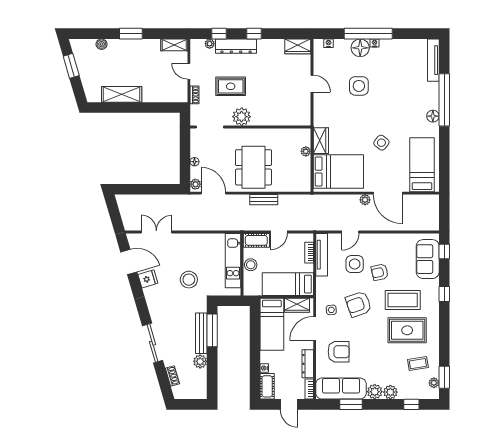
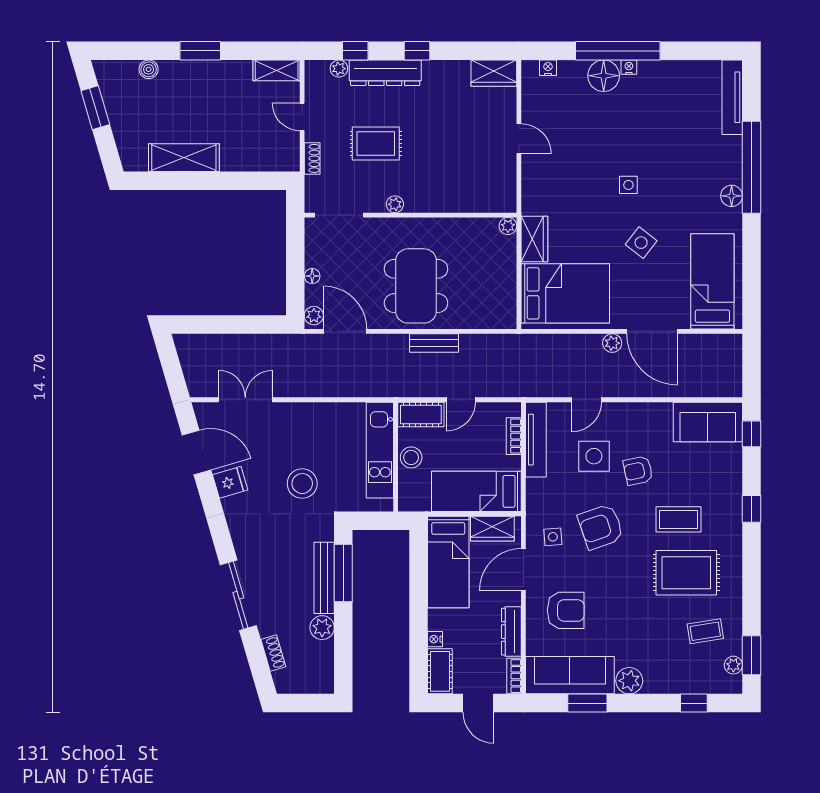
side table: (359, 86) -> (628, 185), moved, width x0.54, depth x0.54
plant: (242, 117) -> (395, 204), width x0.53, depth x0.53
plant: (306, 151) -> (508, 226), moved
sofa: (428, 259) -> (708, 422), moved, turned -90
coffee table: (403, 300) -> (678, 519), width x0.73, depth x0.76
plant: (390, 392) -> (657, 682), removed

